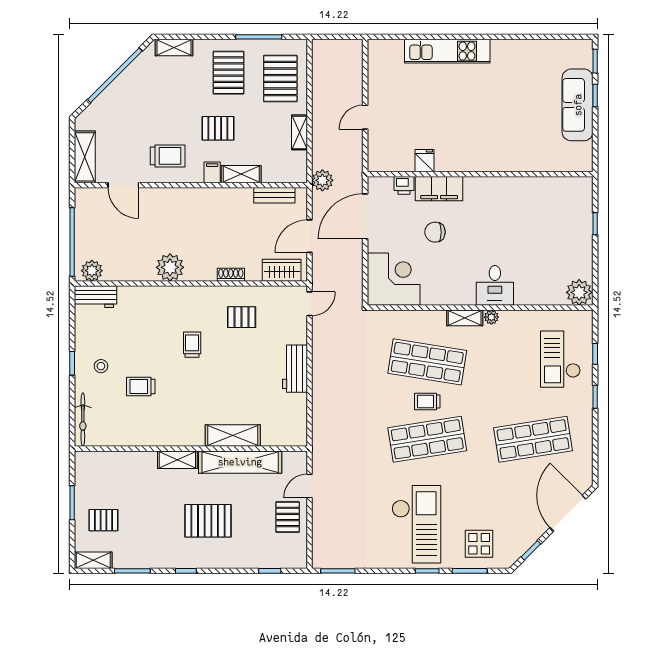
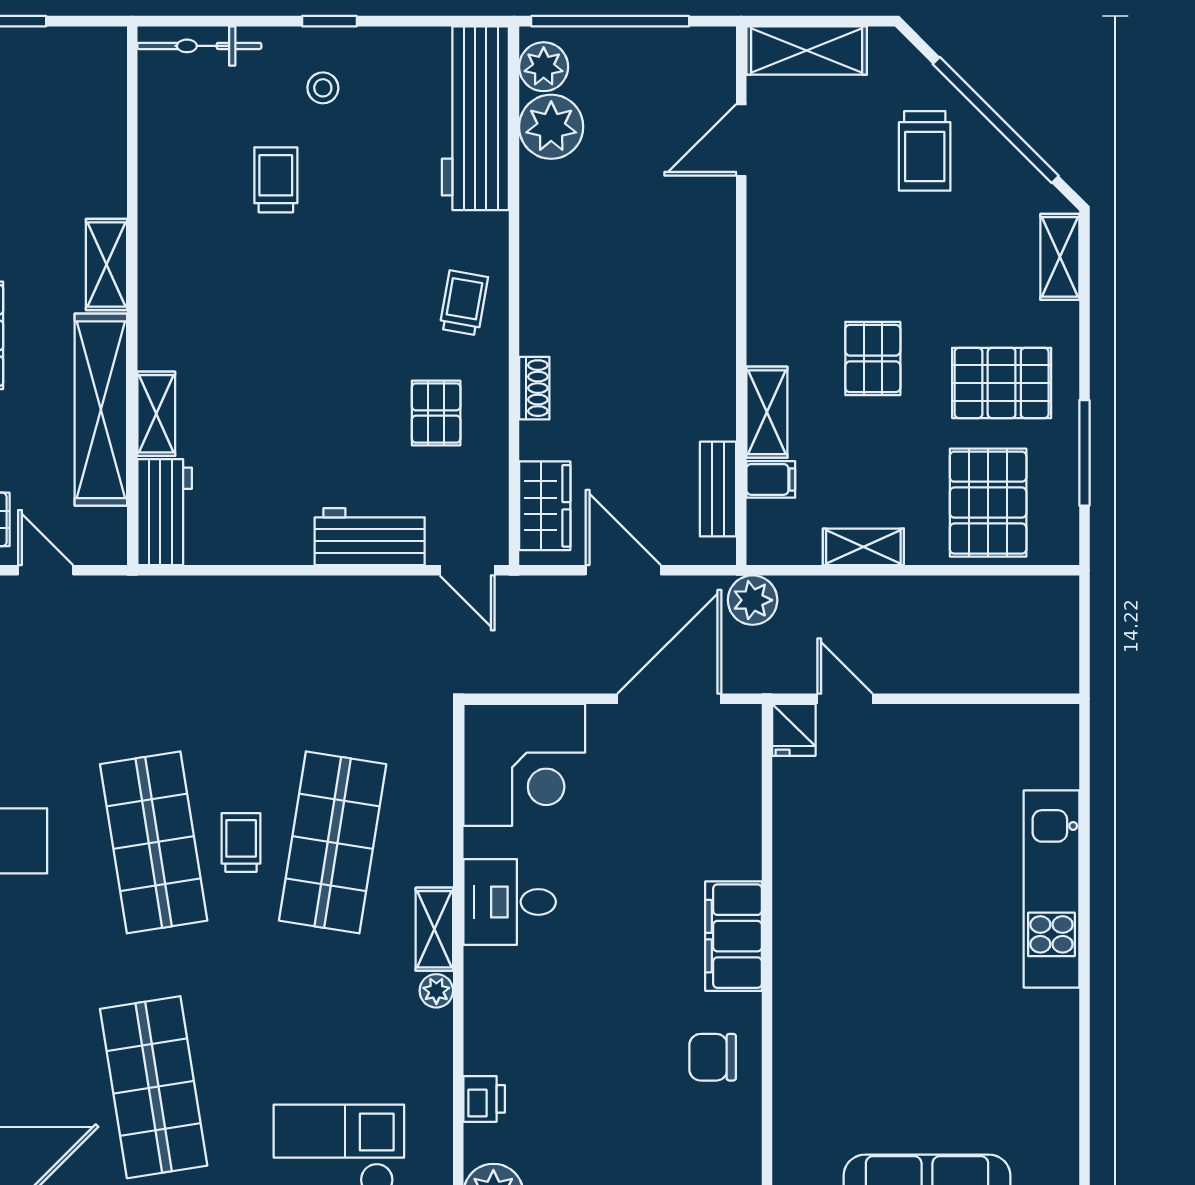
pallet: (280, 79) -> (988, 503), turned 90
door: (365, 117) -> (845, 699), moved
trolley: (168, 156) -> (925, 151), moved
fridge: (424, 161) -> (794, 730), moved, turned 90
filing cabinet: (212, 172) -> (771, 479), moved
printer: (404, 185) -> (484, 1099), moved, turned 180
filing cabinet: (439, 189) -> (733, 936), moved
door: (365, 216) -> (669, 699), hinge flipped
chair: (435, 232) -> (713, 1057), moved, turned -90
plant: (170, 267) -> (551, 127), moved
desk: (495, 285) -> (510, 902), moved
workbench: (96, 297) -> (475, 118), width x1.88, depth x1.32
trolley: (192, 345) -> (464, 303), moved, turned -80
workbench: (295, 369) -> (370, 537), moved
shelving: (233, 435) -> (156, 414), width x0.67, depth x0.75
workbench: (284, 435) -> (165, 512), added

